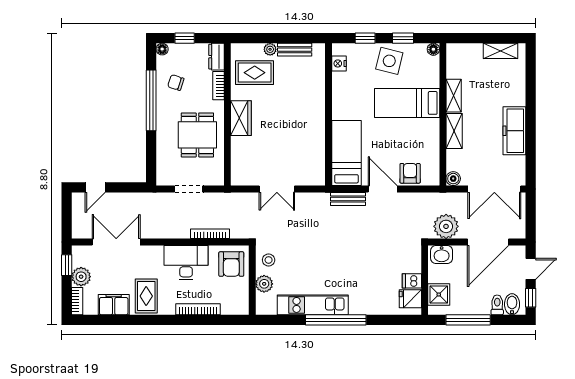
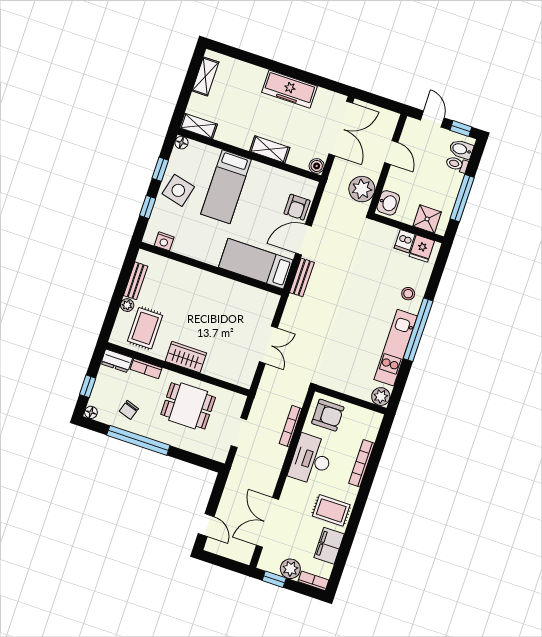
shelving: (454, 96) -> (198, 126), moved
armchair: (410, 173) -> (297, 207), turned -90
door: (488, 242) -> (391, 152), width x0.53
stool: (269, 260) -> (408, 294), moved
plant: (264, 284) -> (381, 397), moved

